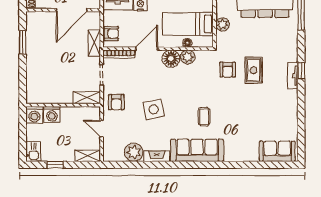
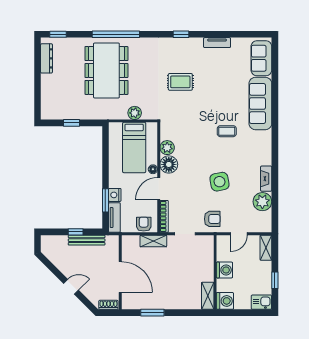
door: (72, 10) -> (120, 277), moved
floor lamp: (187, 43) -> (153, 169), moved
door: (147, 49) -> (159, 189), hinge flipped
armchair: (228, 70) -> (180, 108), removed
tv unit: (293, 76) -> (217, 43), moved
shelving: (87, 98) -> (208, 296), moved
washing machine: (52, 114) -> (224, 270), moved
sofa: (197, 150) -> (260, 103), moved

